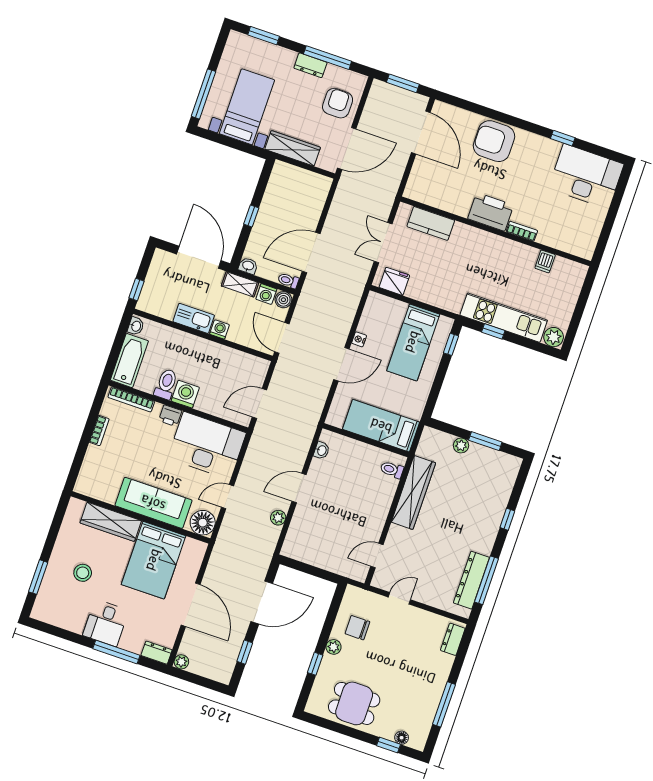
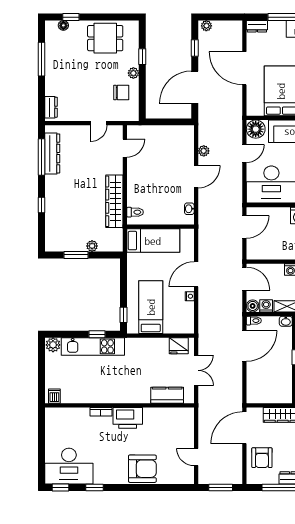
door: (421, 133) -> (196, 457), width x0.53
window: (606, 153) -> (60, 487), added
dishwasher: (545, 261) -> (54, 396), moved
plant: (181, 662) -> (206, 26), moved

